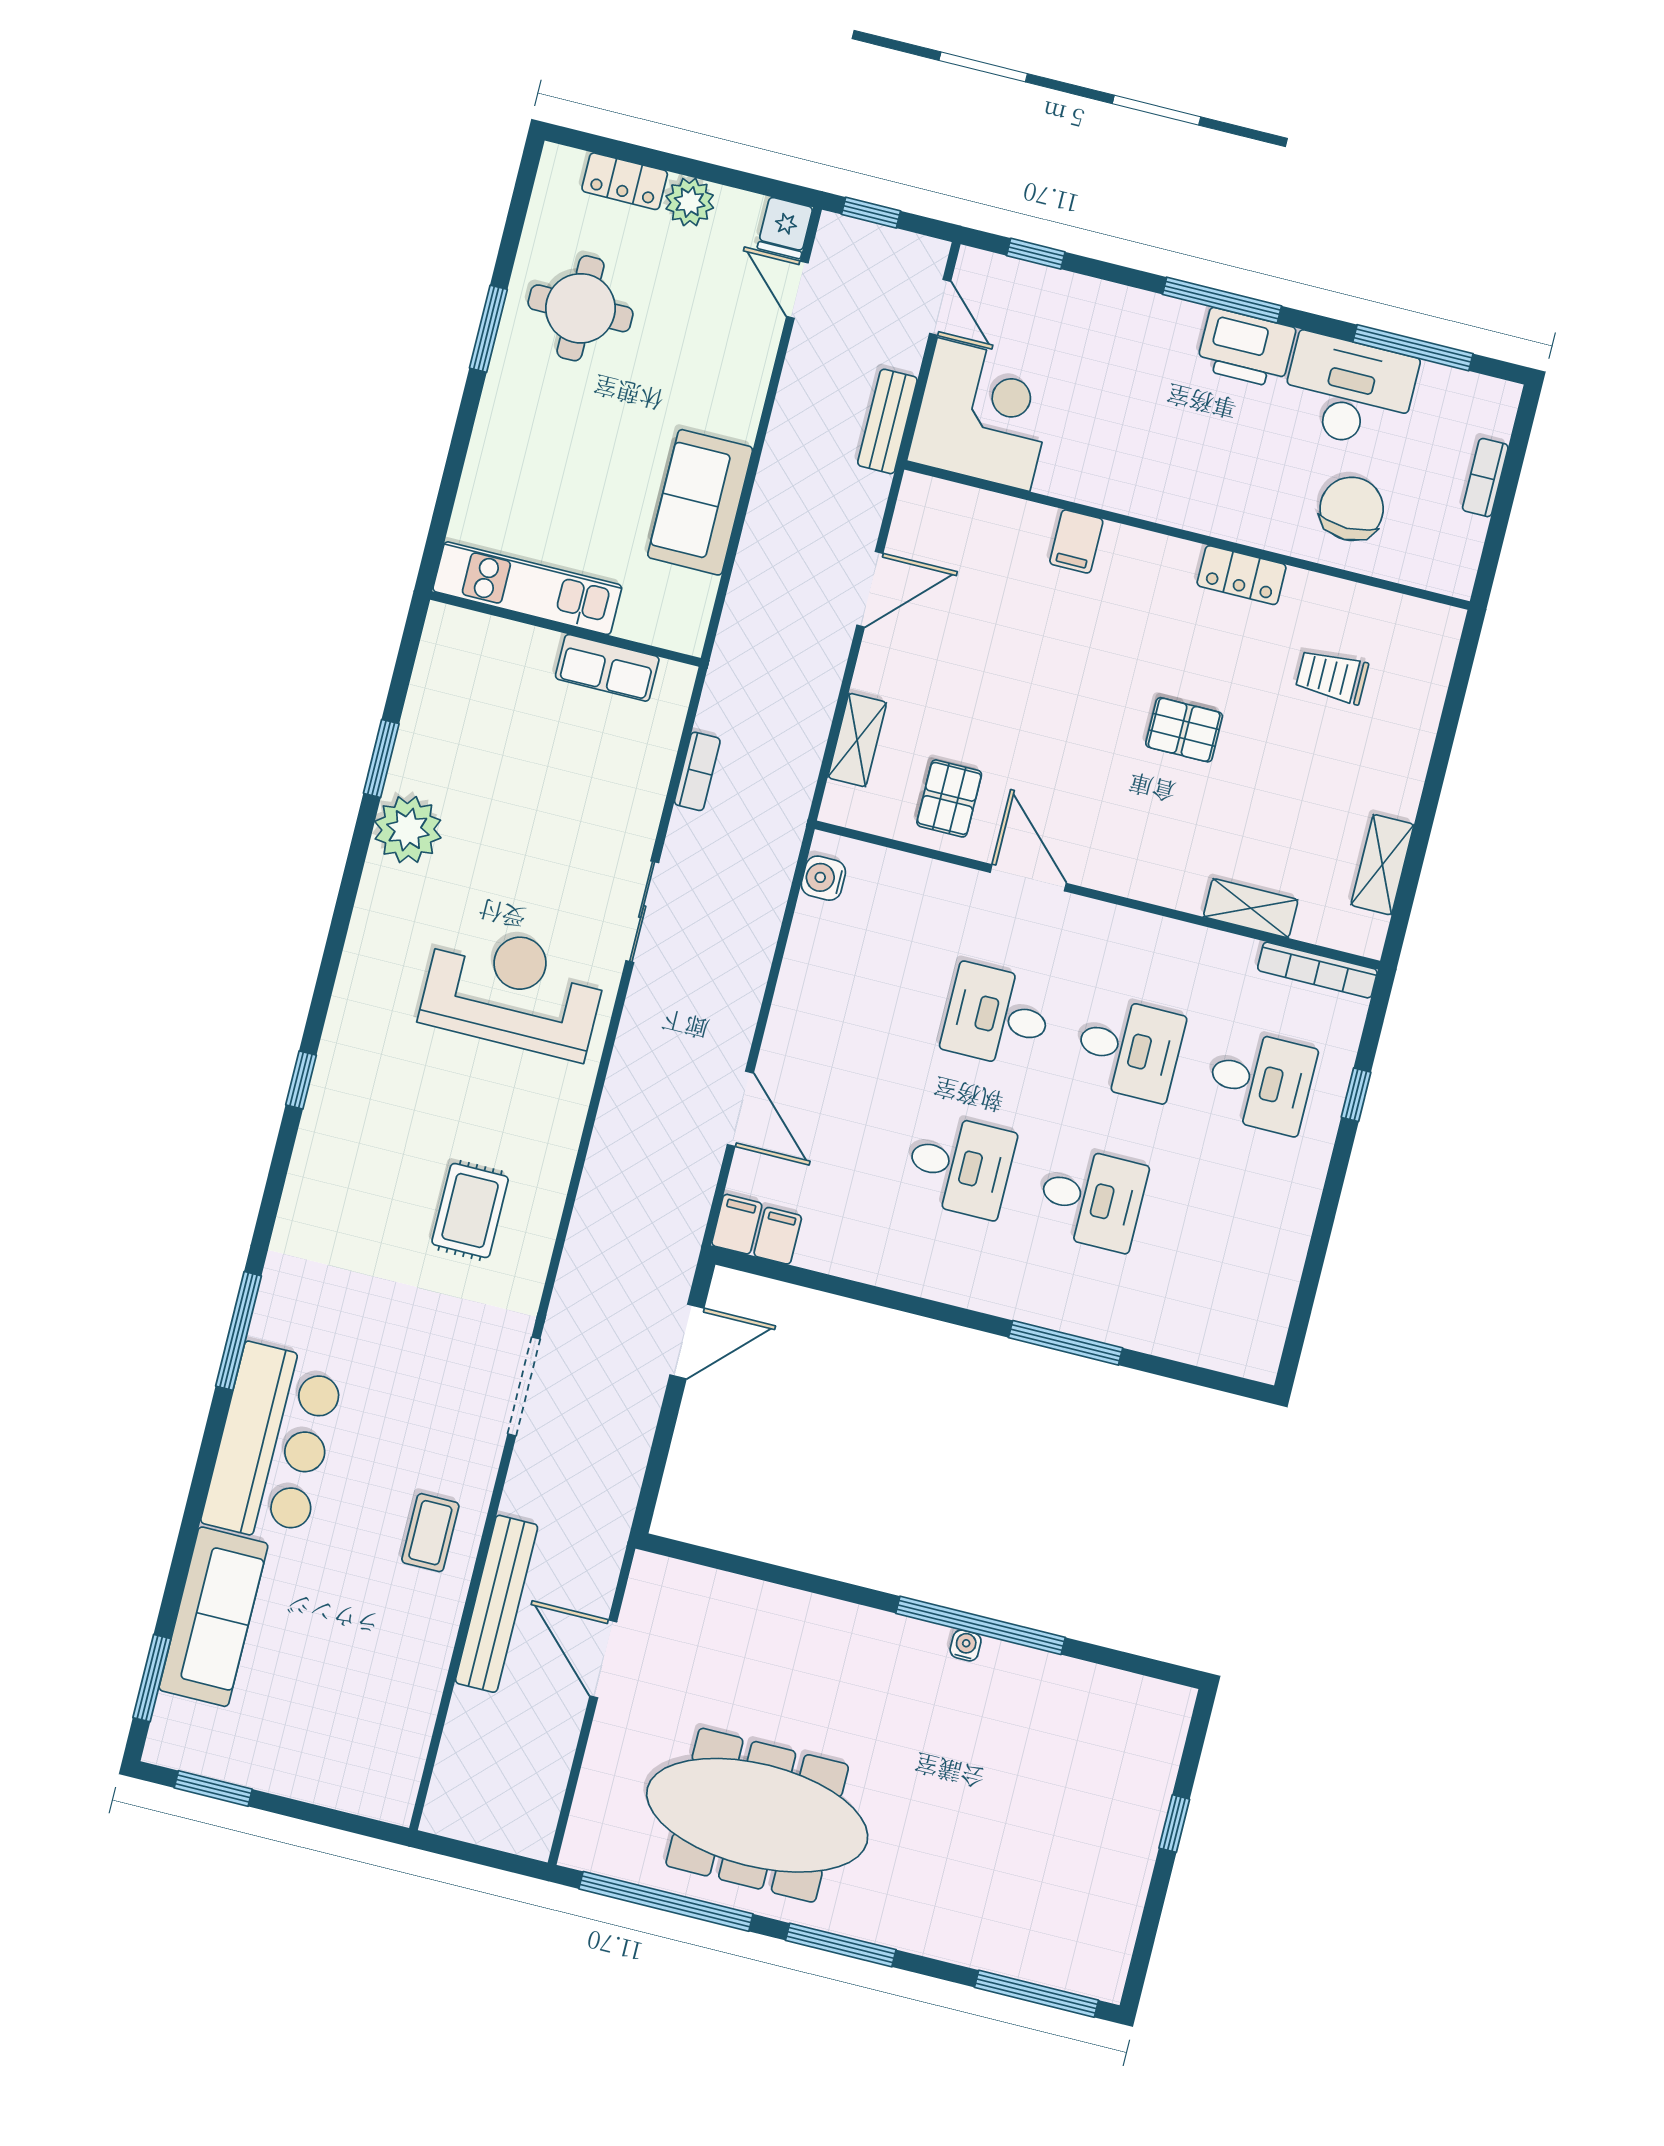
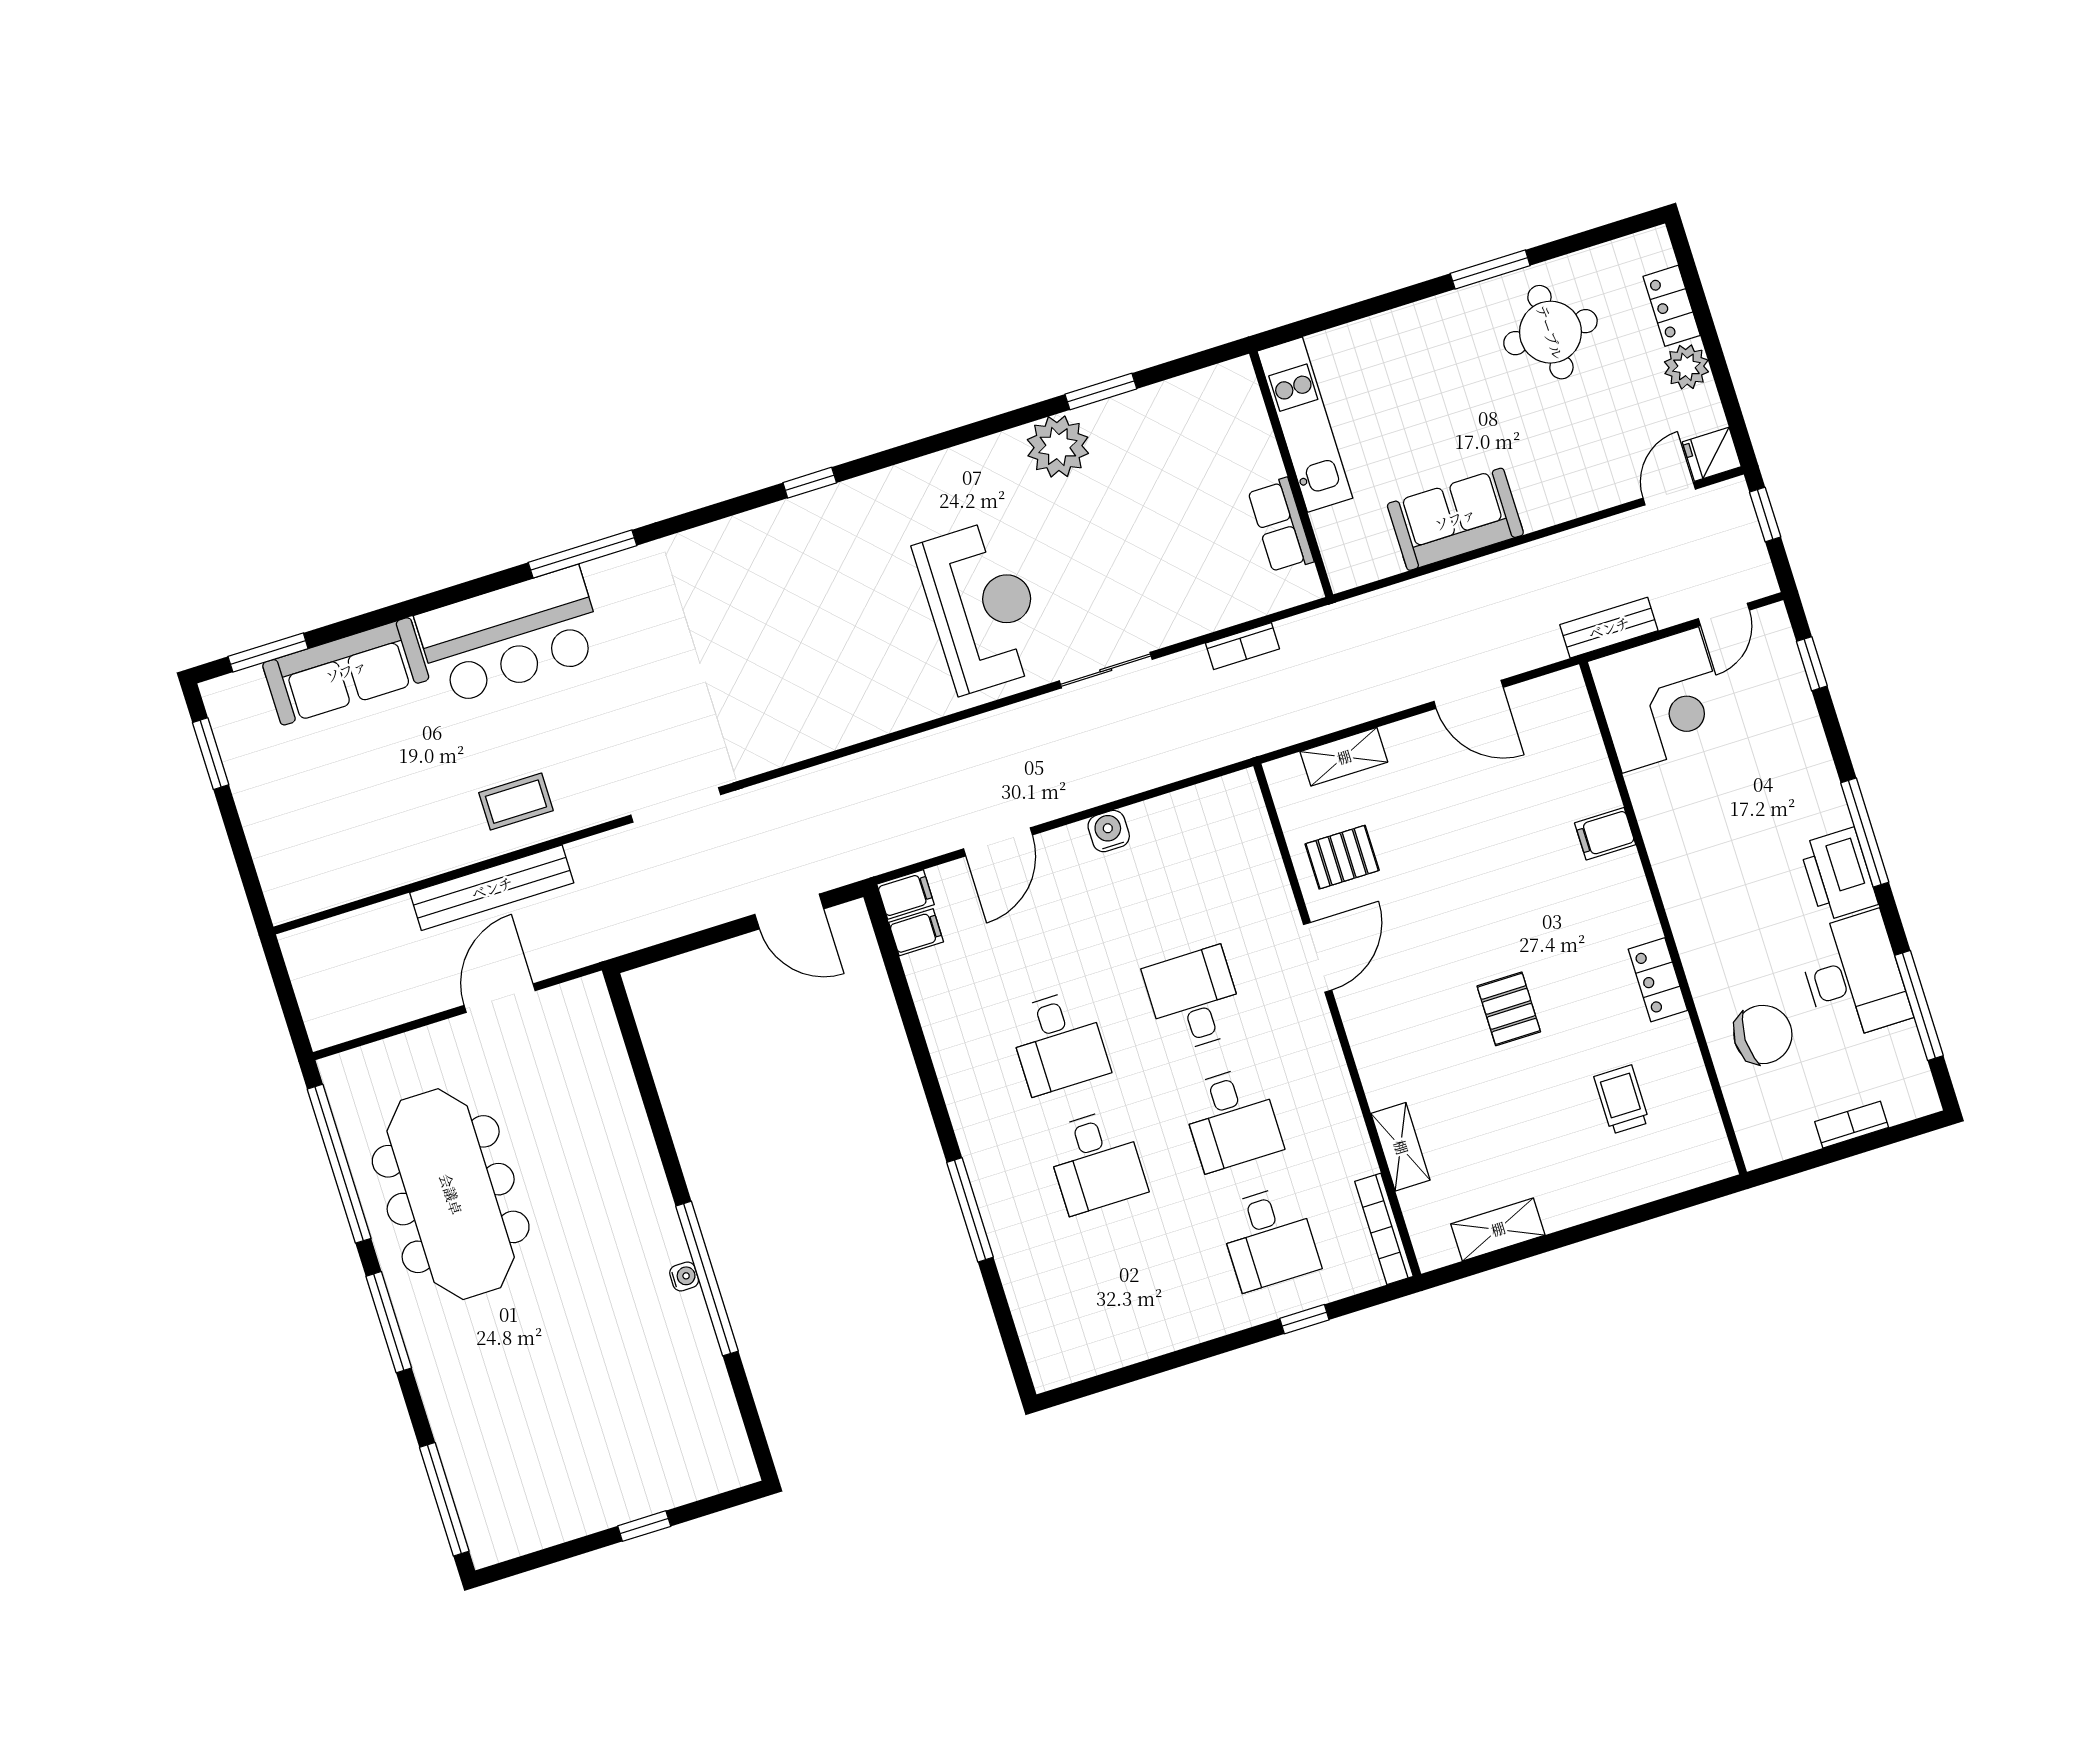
water cooler: (823, 878) -> (1109, 831), moved
rug: (470, 1211) -> (788, 678), removed

